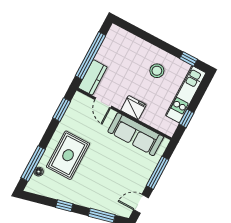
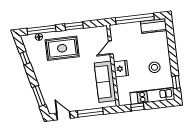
kitchen counter: (93, 77) -> (154, 26), moved
window: (62, 110) -> (74, 26), moved
window: (64, 206) -> (25, 58), moved

